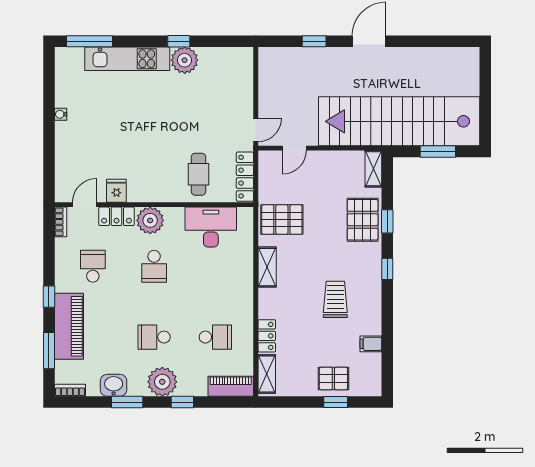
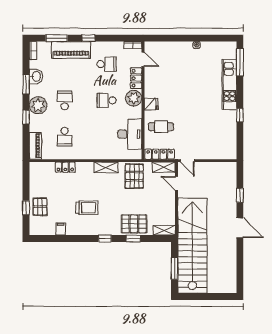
plant: (185, 60) -> (229, 118), removed
fridge: (116, 191) -> (151, 104), moved
shelving: (267, 374) -> (164, 167), moved

